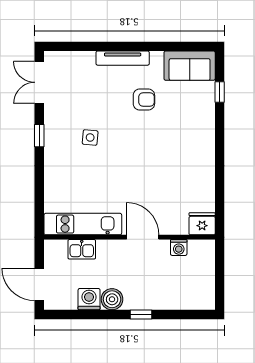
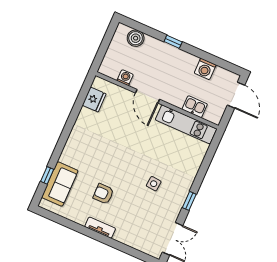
tv unit: (123, 58) -> (100, 228), width x0.71
sofa: (190, 66) -> (60, 184), moved, turned 90
fridge: (202, 224) -> (94, 99), moved, turned -90
boiler: (112, 299) -> (136, 38), moved

